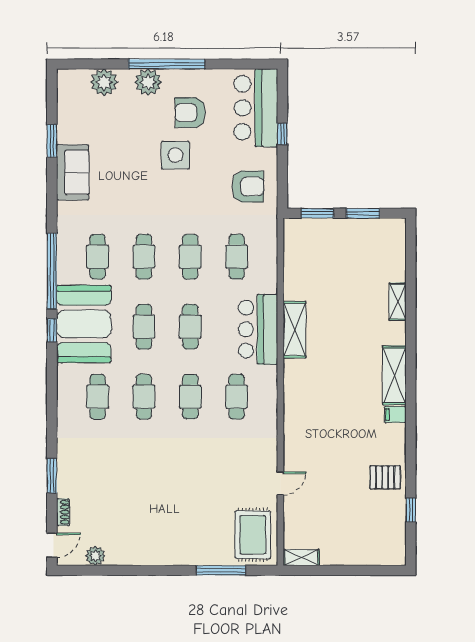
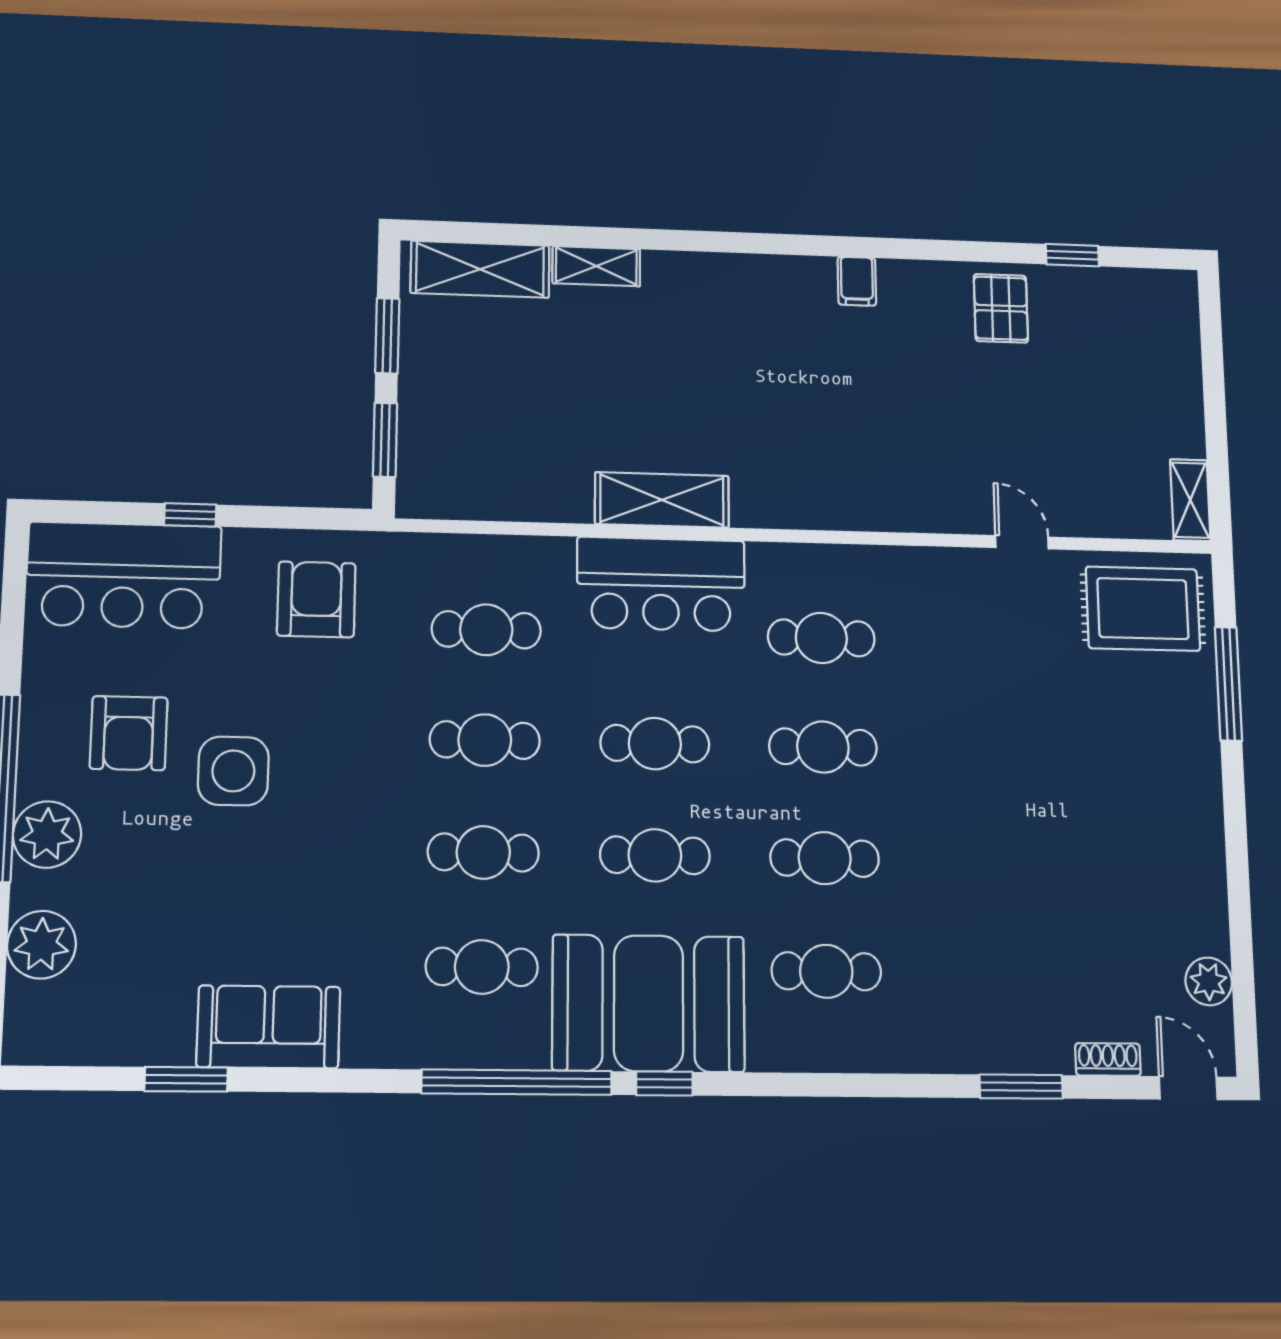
shelving: (394, 375) -> (480, 269), moved

